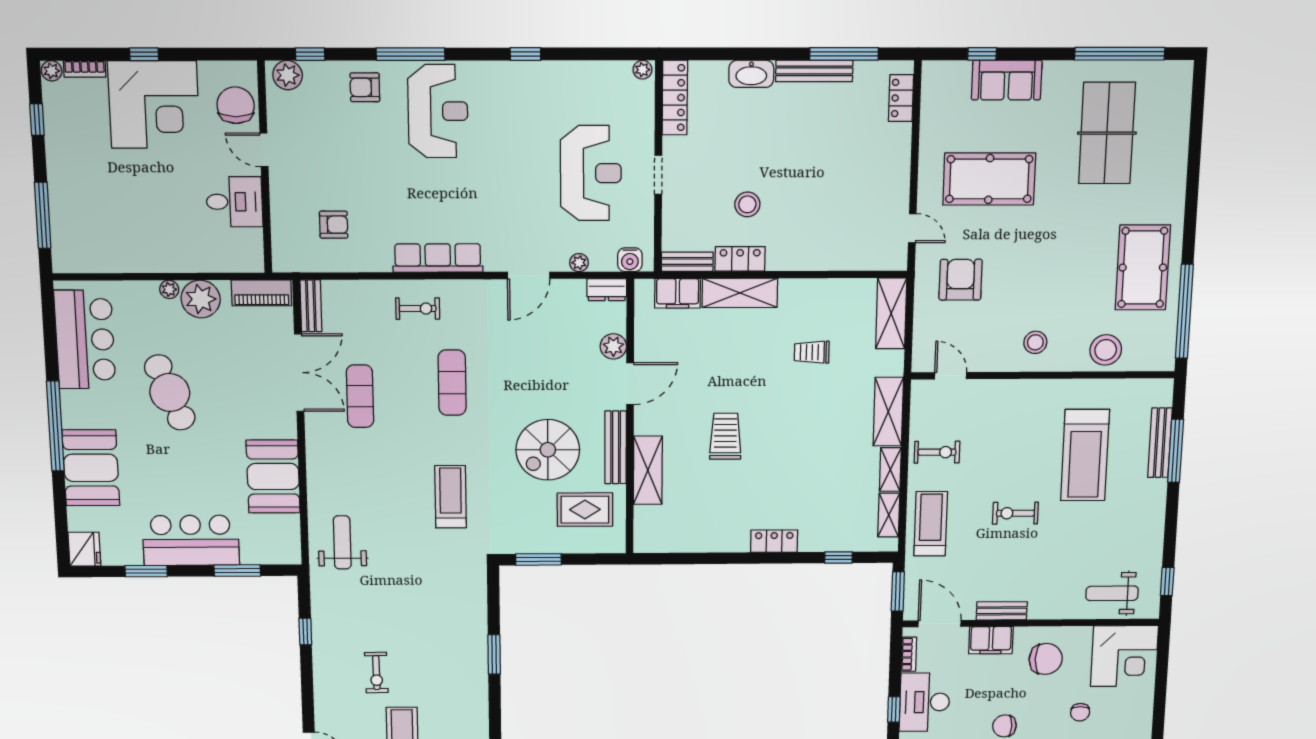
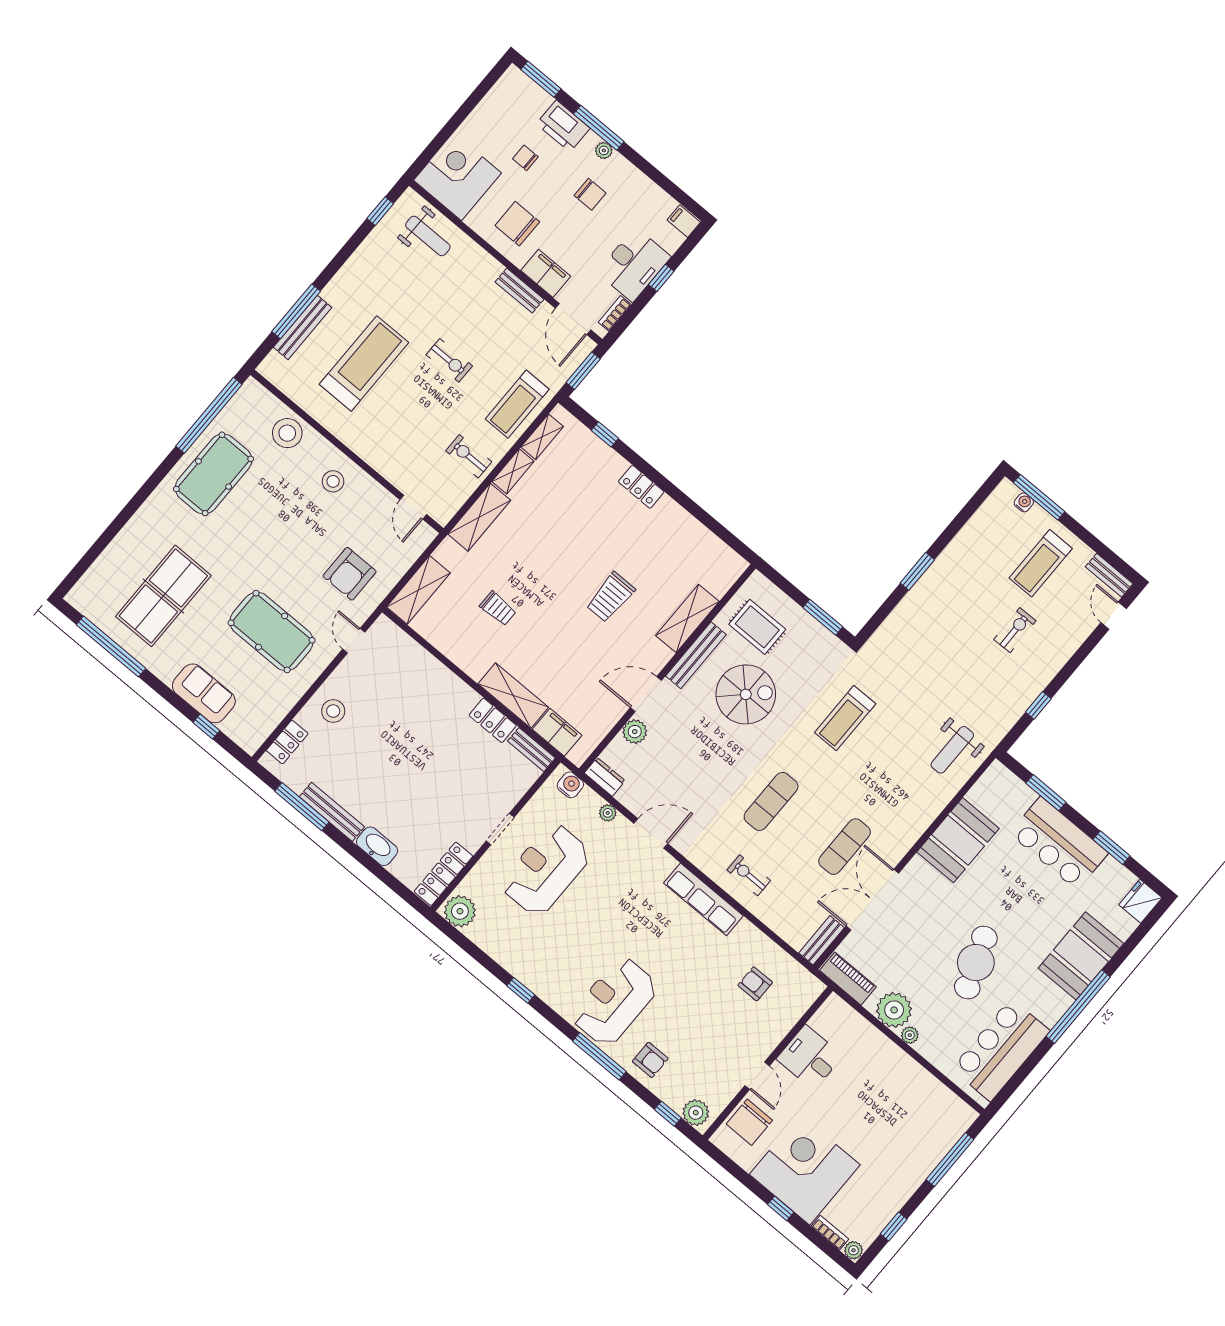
plant: (643, 70) -> (460, 911), width x1.88, depth x1.88
stool: (747, 204) -> (333, 711), moved
chair: (1080, 712) -> (525, 158), turned -90

